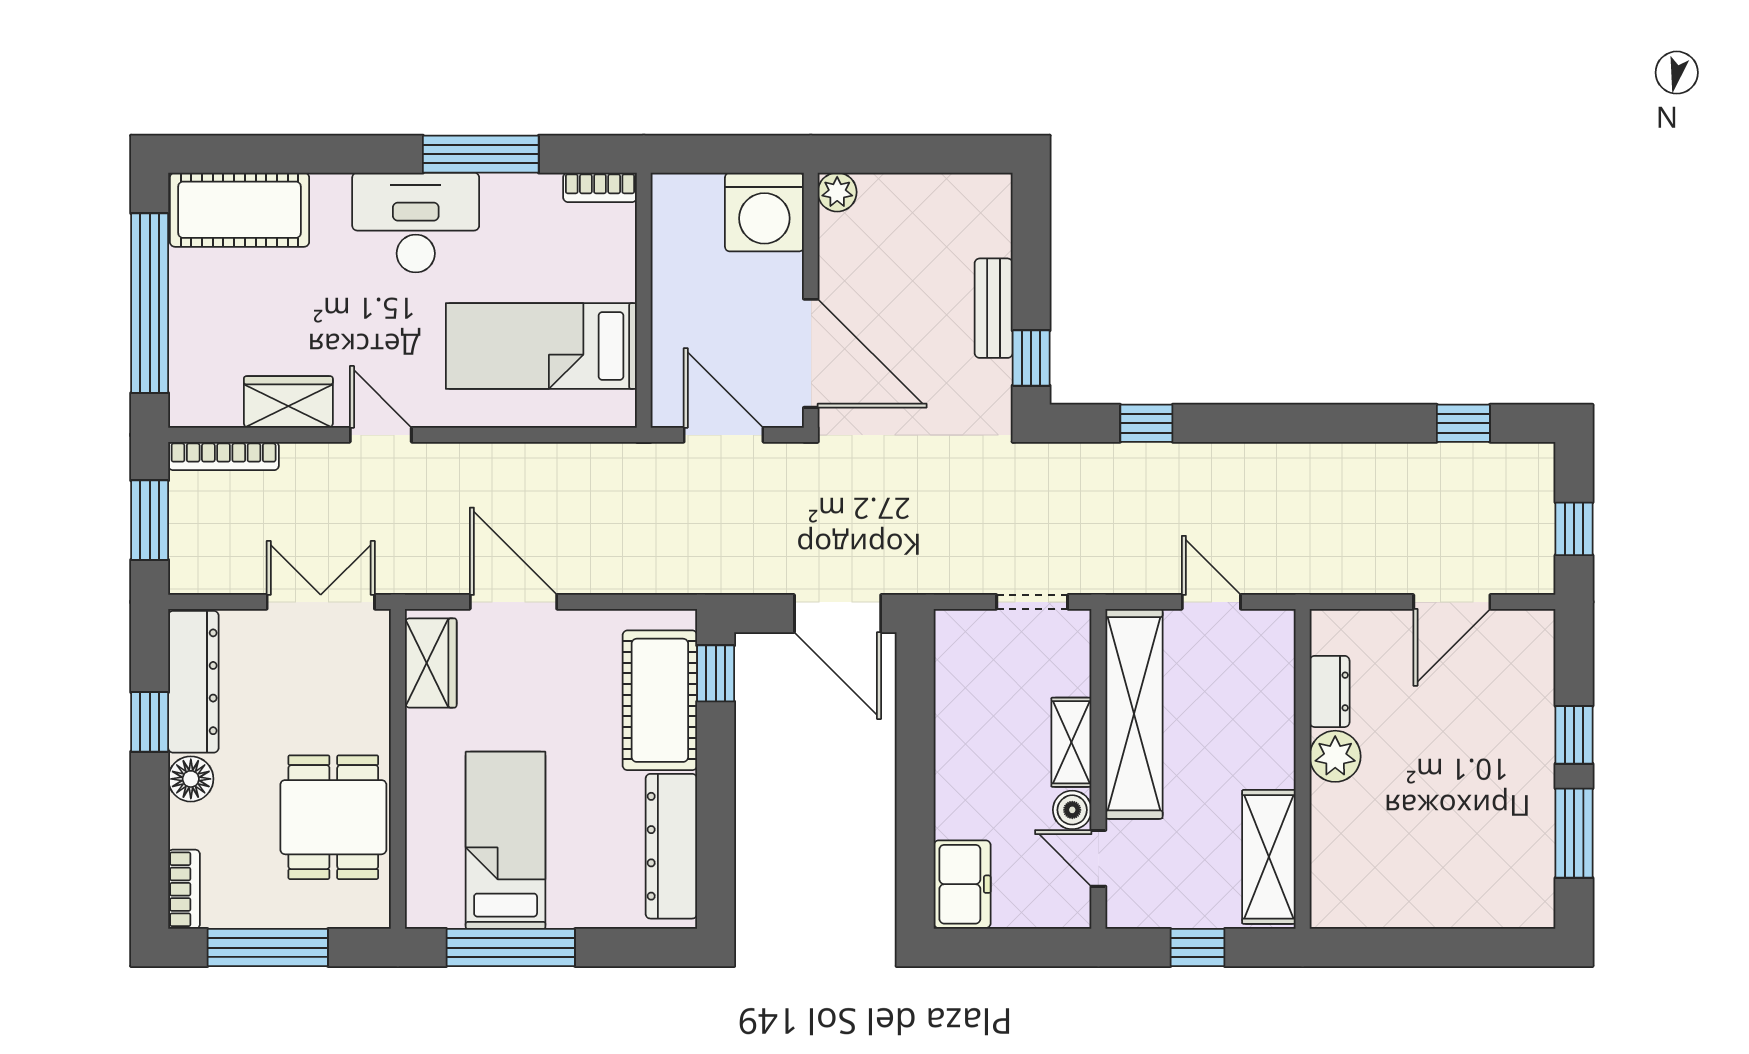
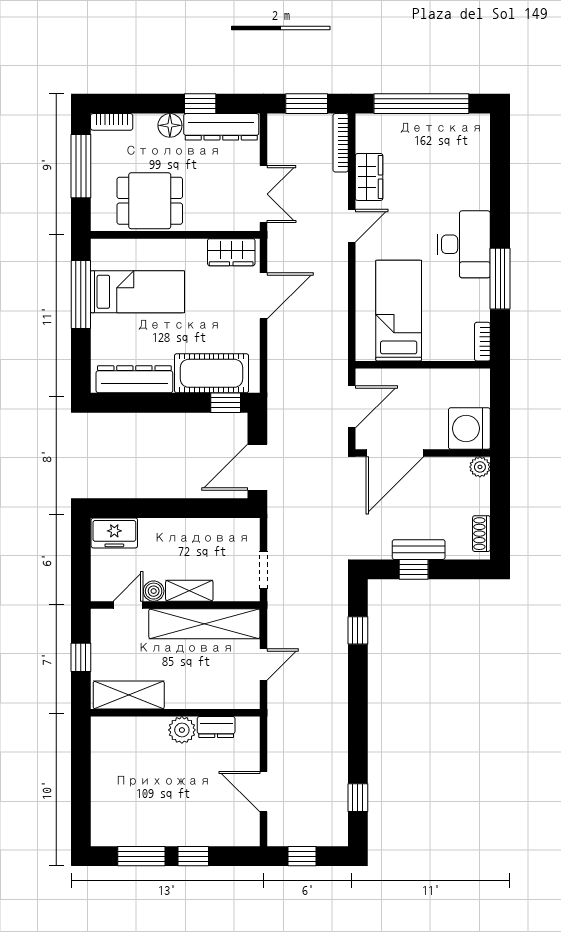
shoe rack: (963, 189) -> (481, 534), added
cot: (240, 210) -> (471, 151), removed
window: (1031, 358) -> (414, 569), moved

